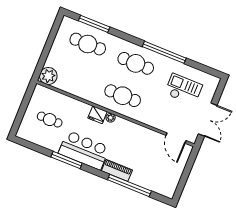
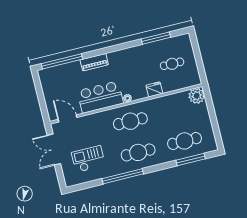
checkout: (183, 89) -> (88, 159), turned 180
fridge: (97, 115) -> (154, 89), moved
bar counter: (84, 150) -> (100, 97), moved, turned 180
window: (67, 160) -> (156, 38), moved
window: (129, 185) -> (62, 61), moved

